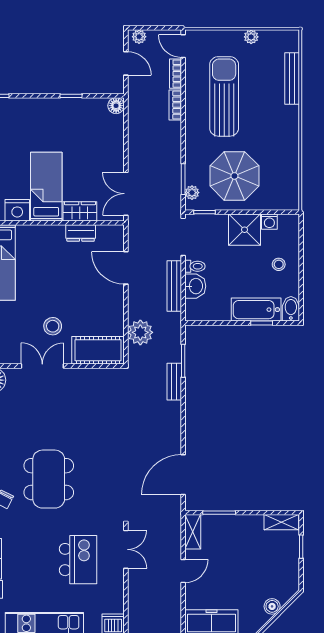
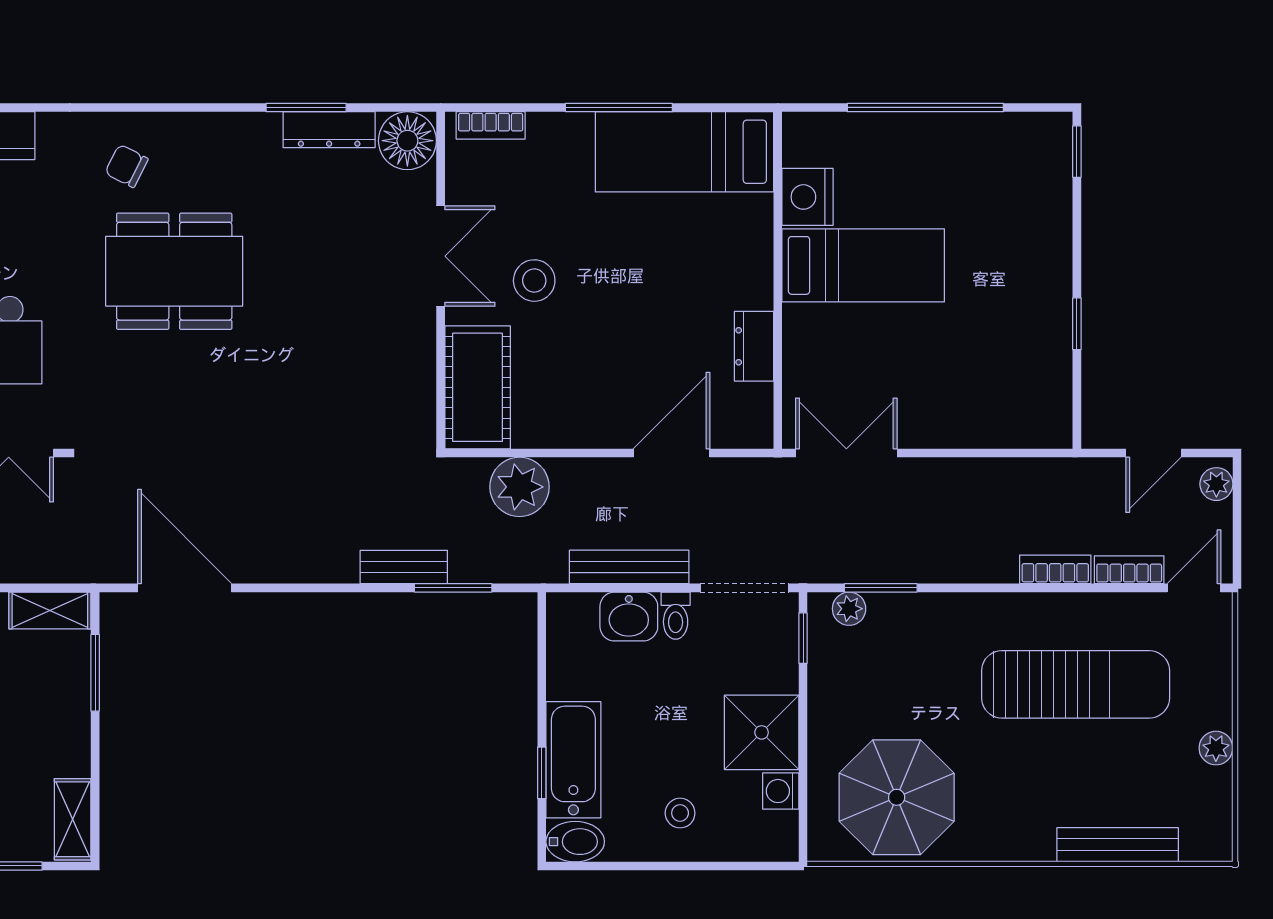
floor lamp: (116, 106) -> (1054, 430), removed
parasol: (234, 176) -> (897, 797), moved
wardrobe: (80, 211) -> (805, 345), removed

